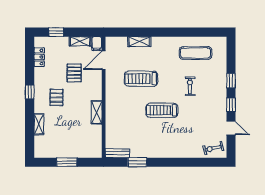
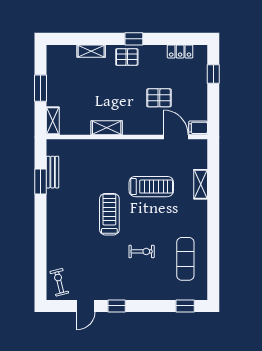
shelving: (80, 41) -> (53, 121), moved
treadmill: (141, 79) -> (151, 187), turned 90
window: (231, 81) -> (185, 306), moved
pallet: (56, 98) -> (127, 57), moved
bench: (117, 153) -> (53, 172), moved

